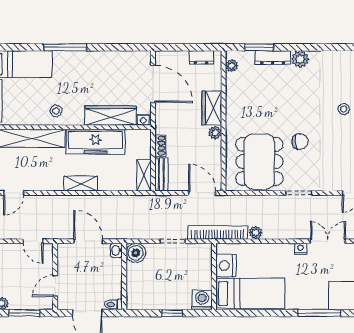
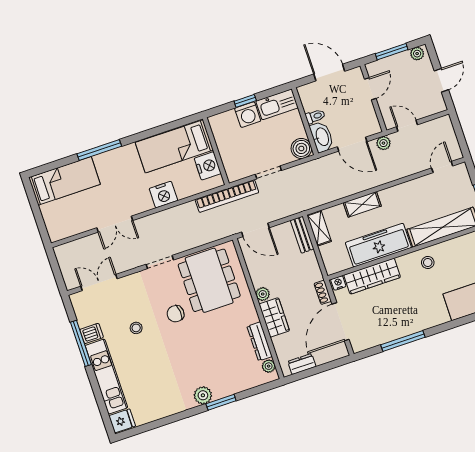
window: (65, 47) -> (403, 341), moved
window: (259, 47) -> (221, 402), moved
dresser: (273, 57) -> (260, 341), moved, turned -90
door: (153, 84) -> (341, 322), hinge flipped
stool: (344, 109) -> (136, 328), moved
shoe rack: (160, 146) -> (323, 292), moved
shelving: (81, 184) -> (362, 204), moved
plant: (256, 233) -> (383, 143), moved
nightstand: (300, 249) -> (163, 195), moved, width x1.89, depth x1.79
washbasin: (116, 250) -> (322, 137), width x1.91, depth x1.45
kitchen sink: (144, 300) -> (277, 104), added
washing machine: (202, 300) -> (248, 115), moved
toilet: (113, 304) -> (315, 116), moved

